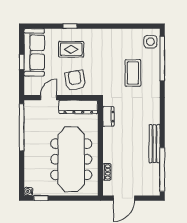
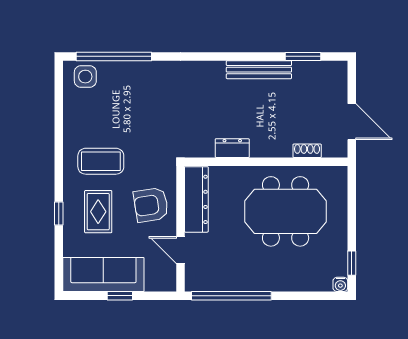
coffee table: (133, 73) -> (101, 161), moved
dresser: (108, 117) -> (232, 148), moved
meeting table: (71, 159) -> (286, 211), width x0.73
window: (162, 169) -> (303, 56), width x0.47

